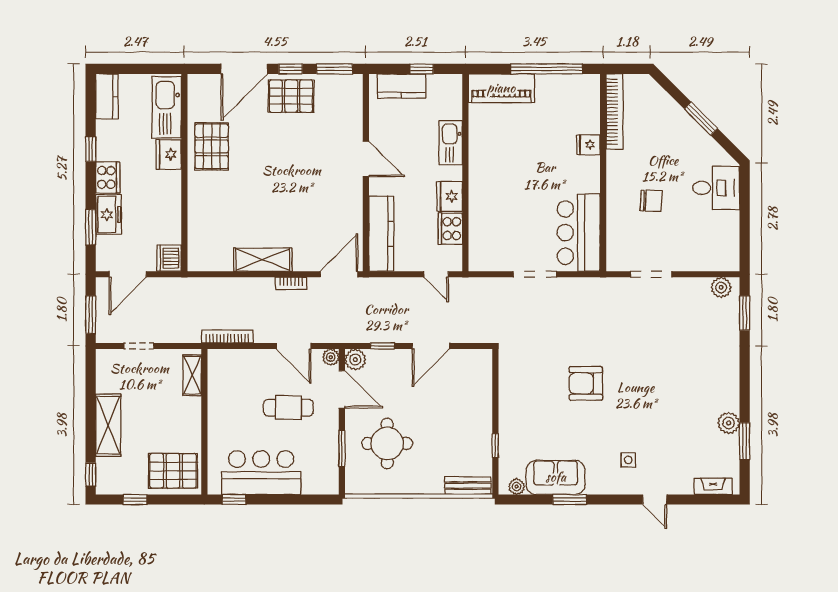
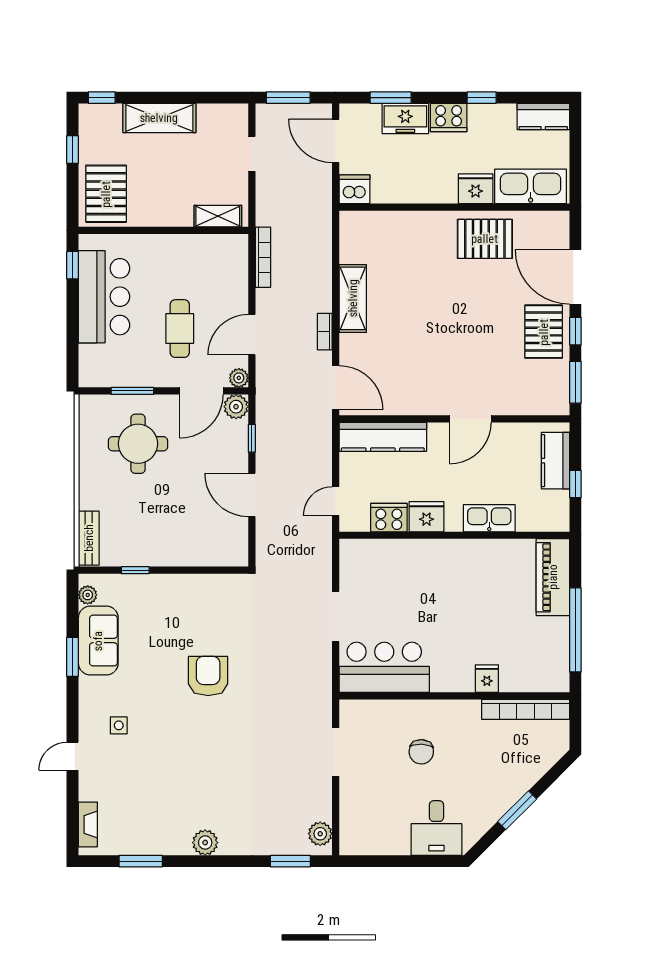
plant: (729, 423) -> (205, 843), moved

